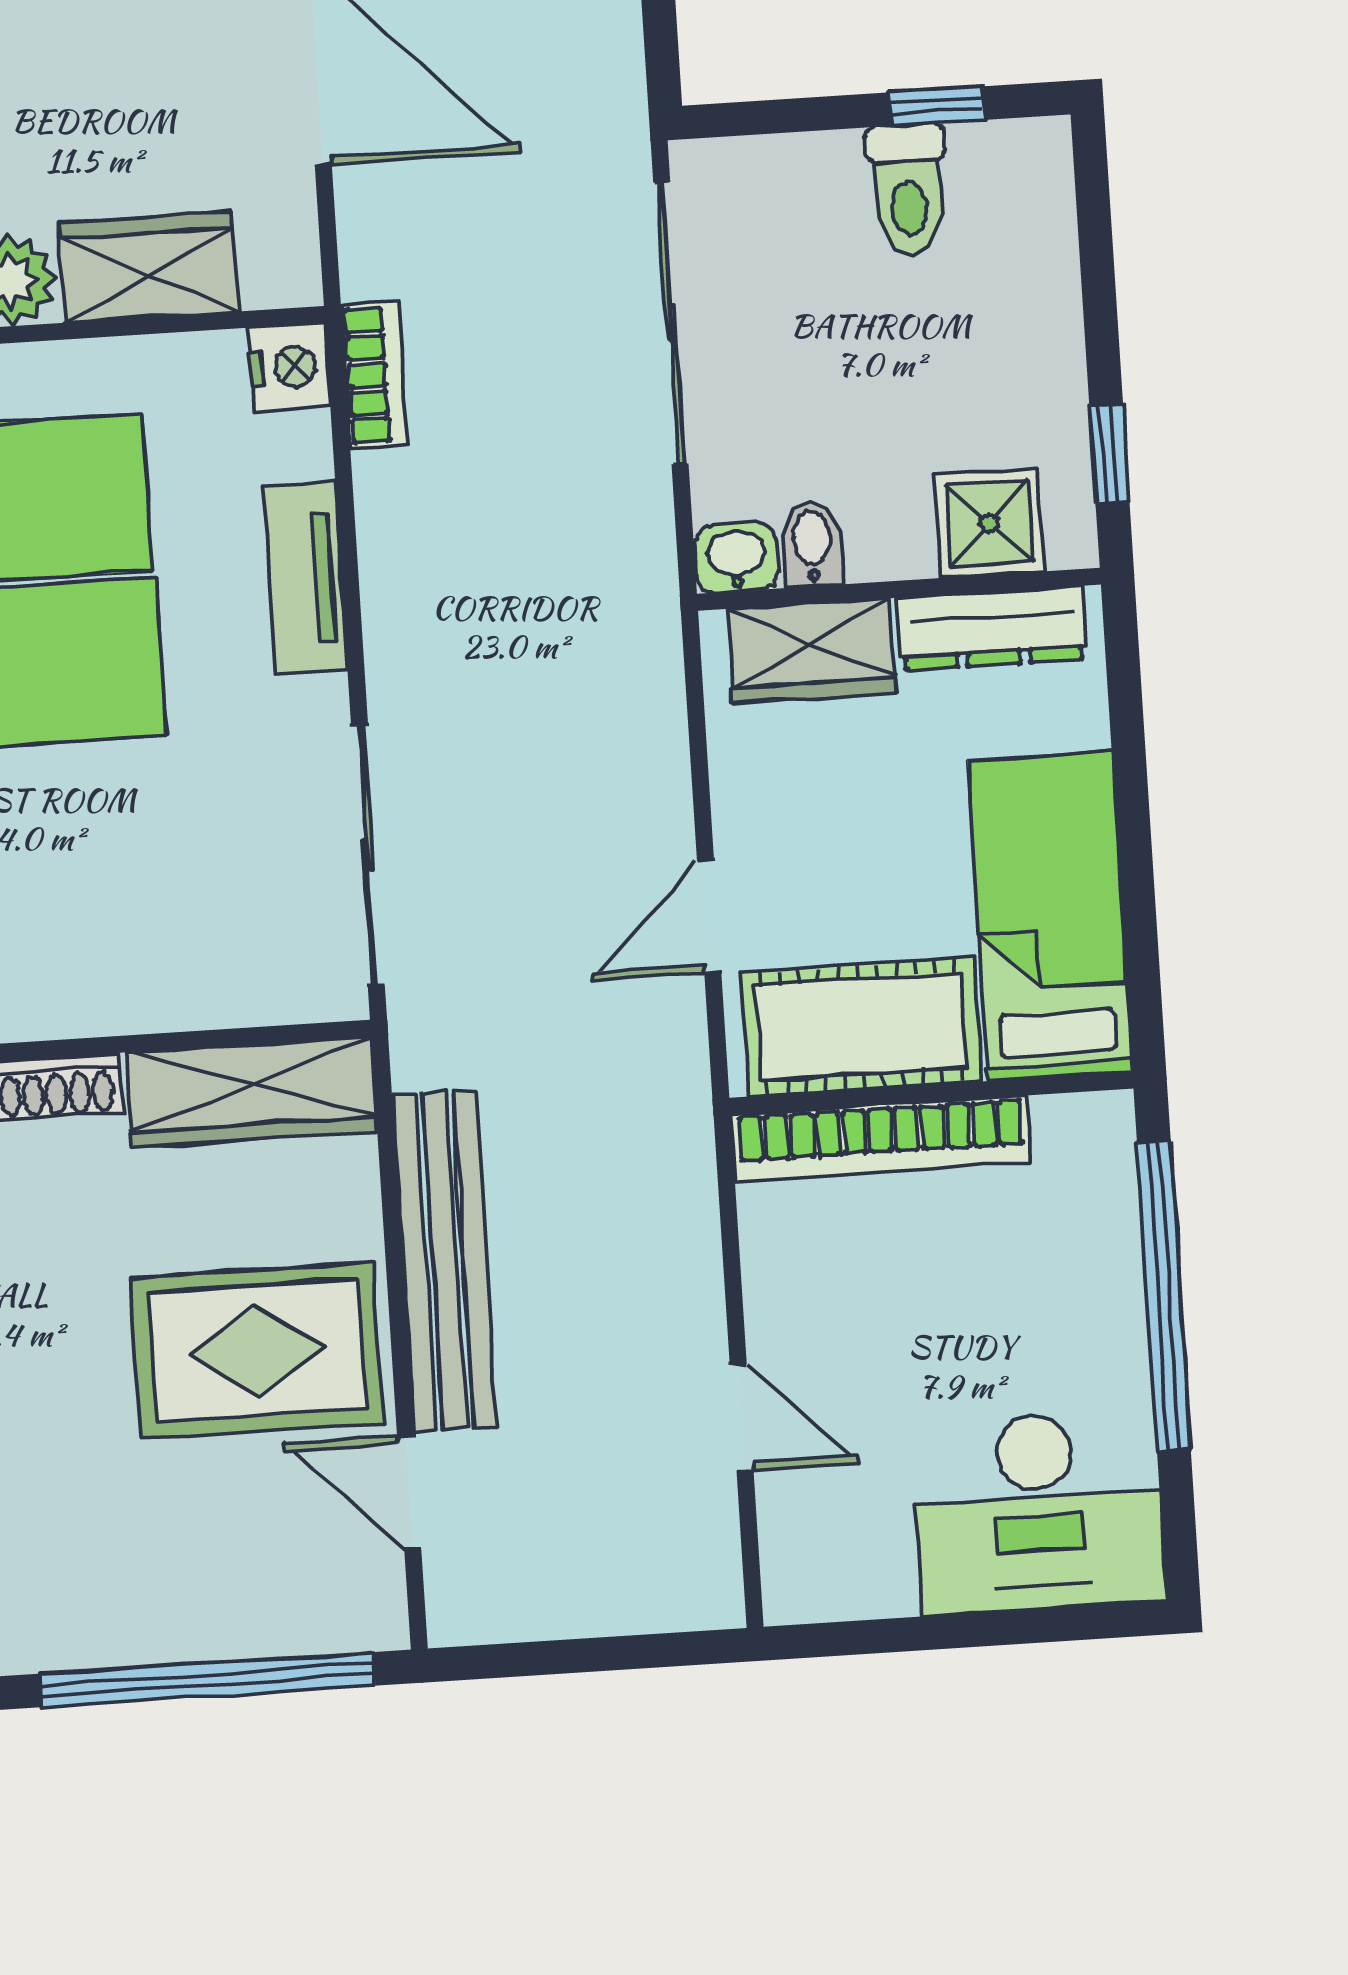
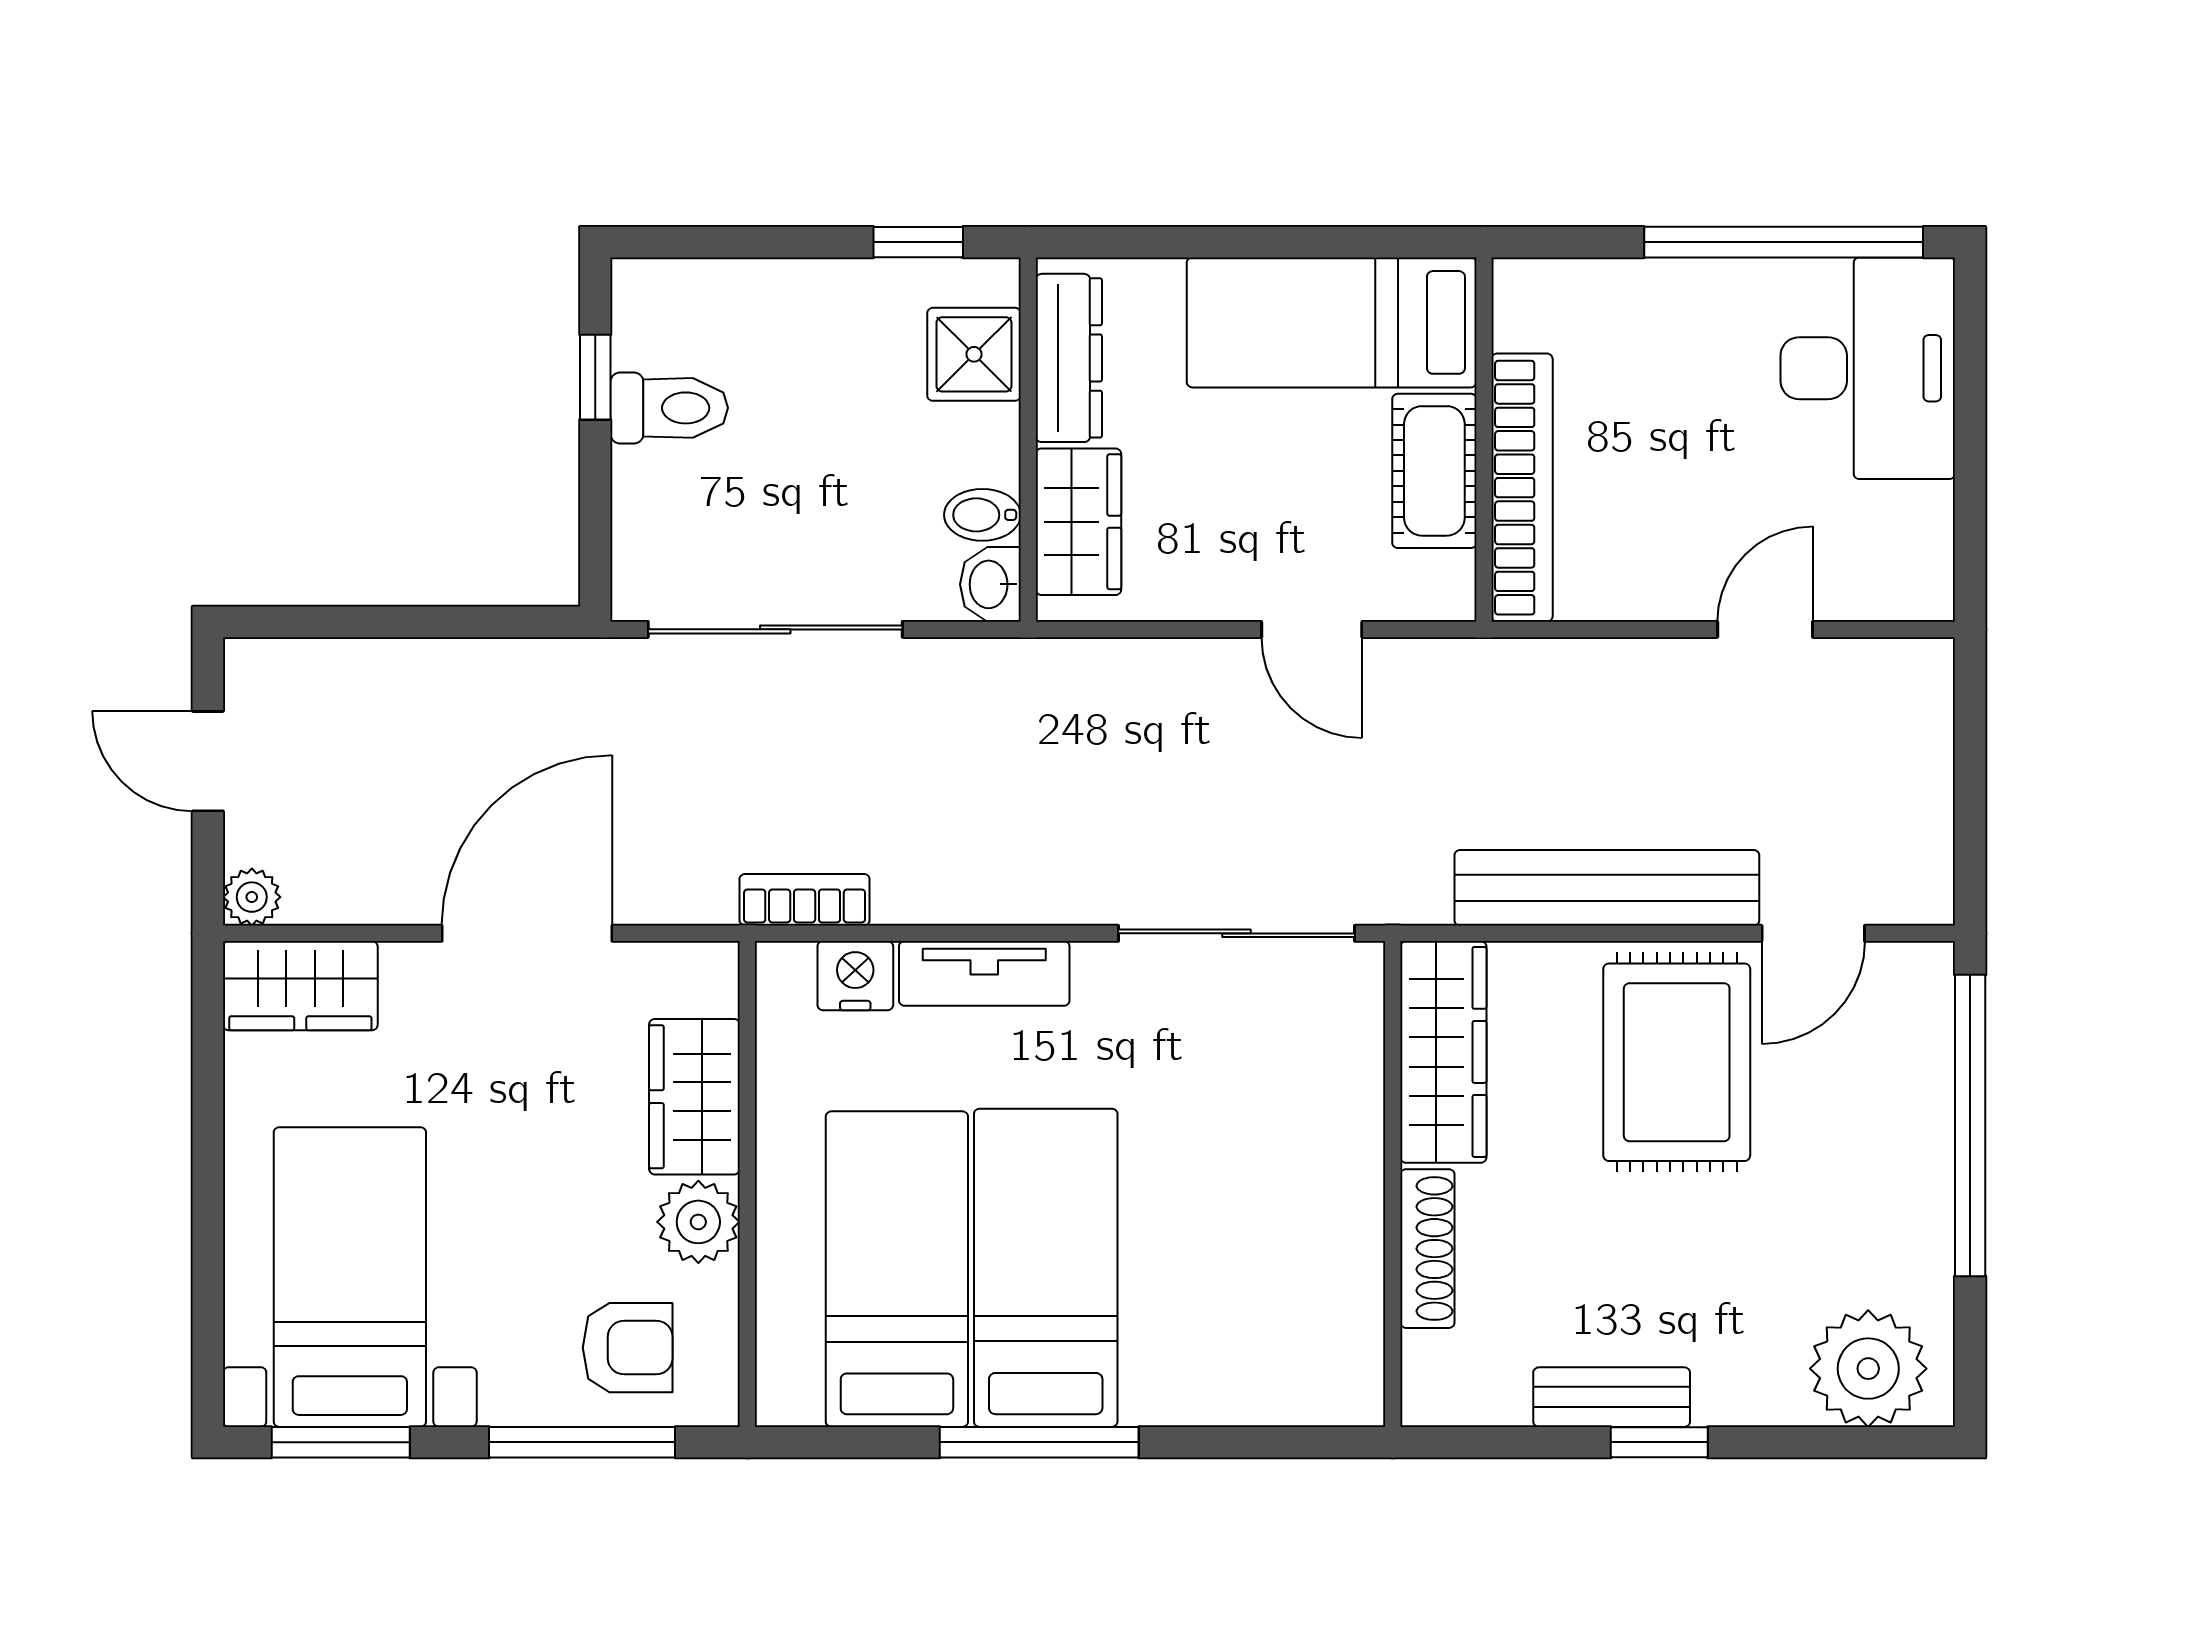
nightstand: (289, 367) -> (855, 976), moved
cot: (861, 1027) -> (1434, 471), width x0.73, depth x0.75
window: (1164, 1296) -> (1784, 242), moved

